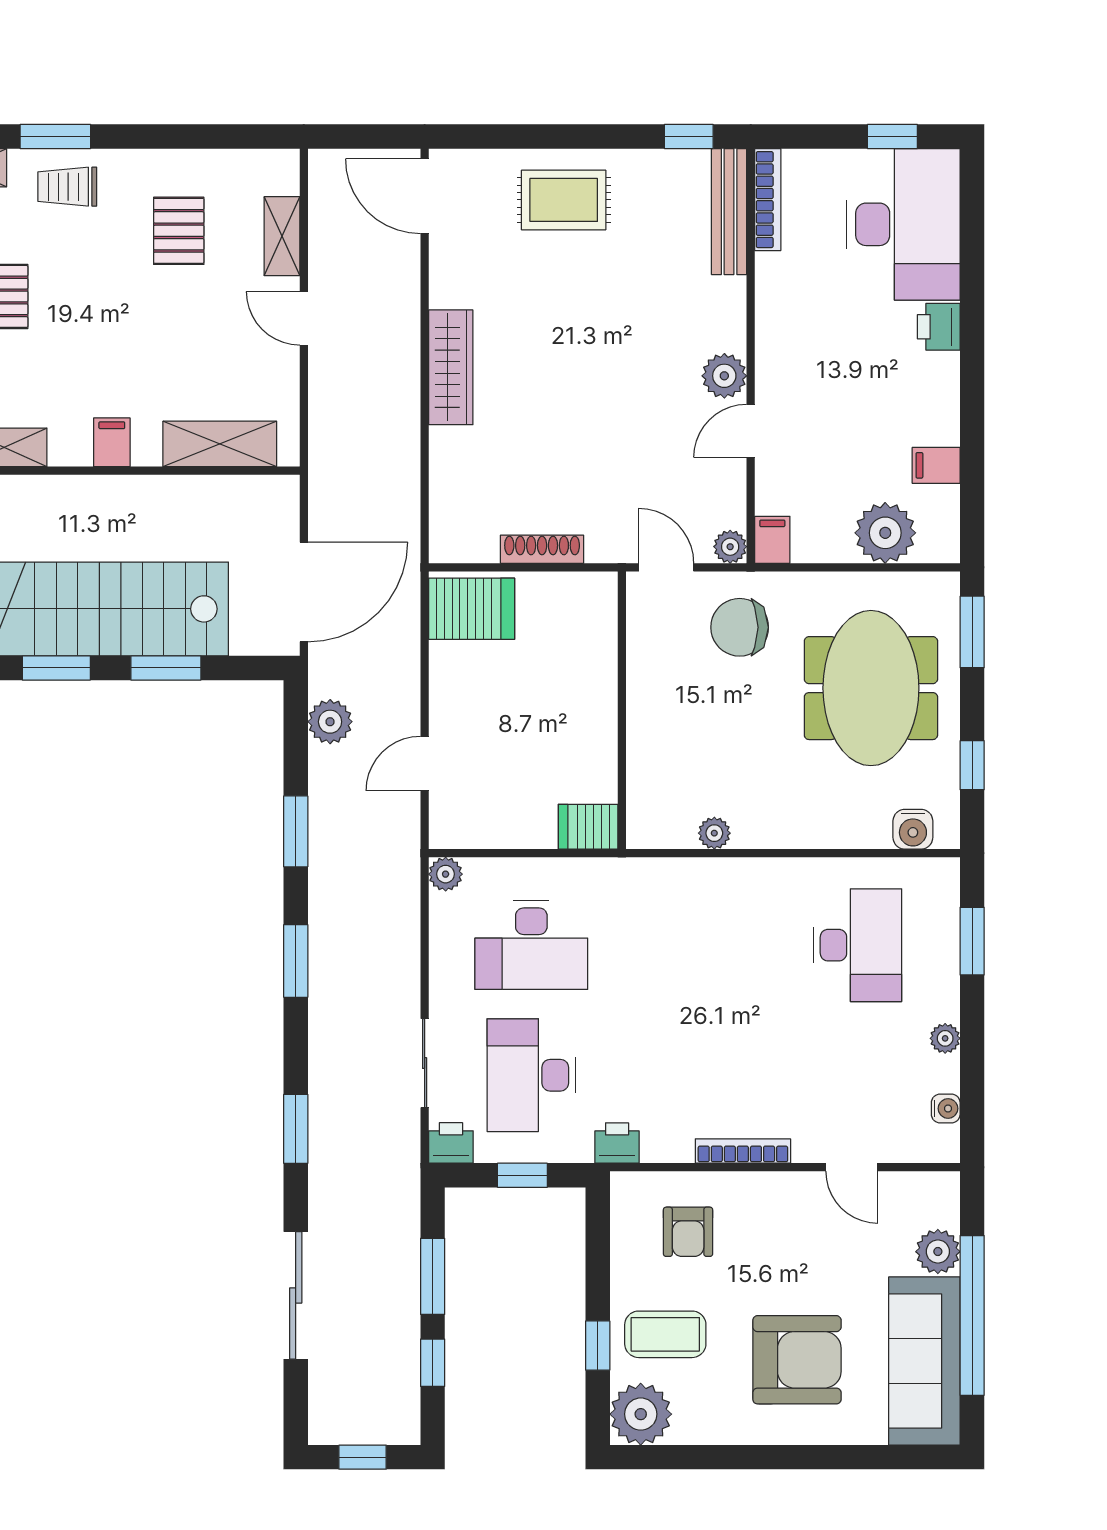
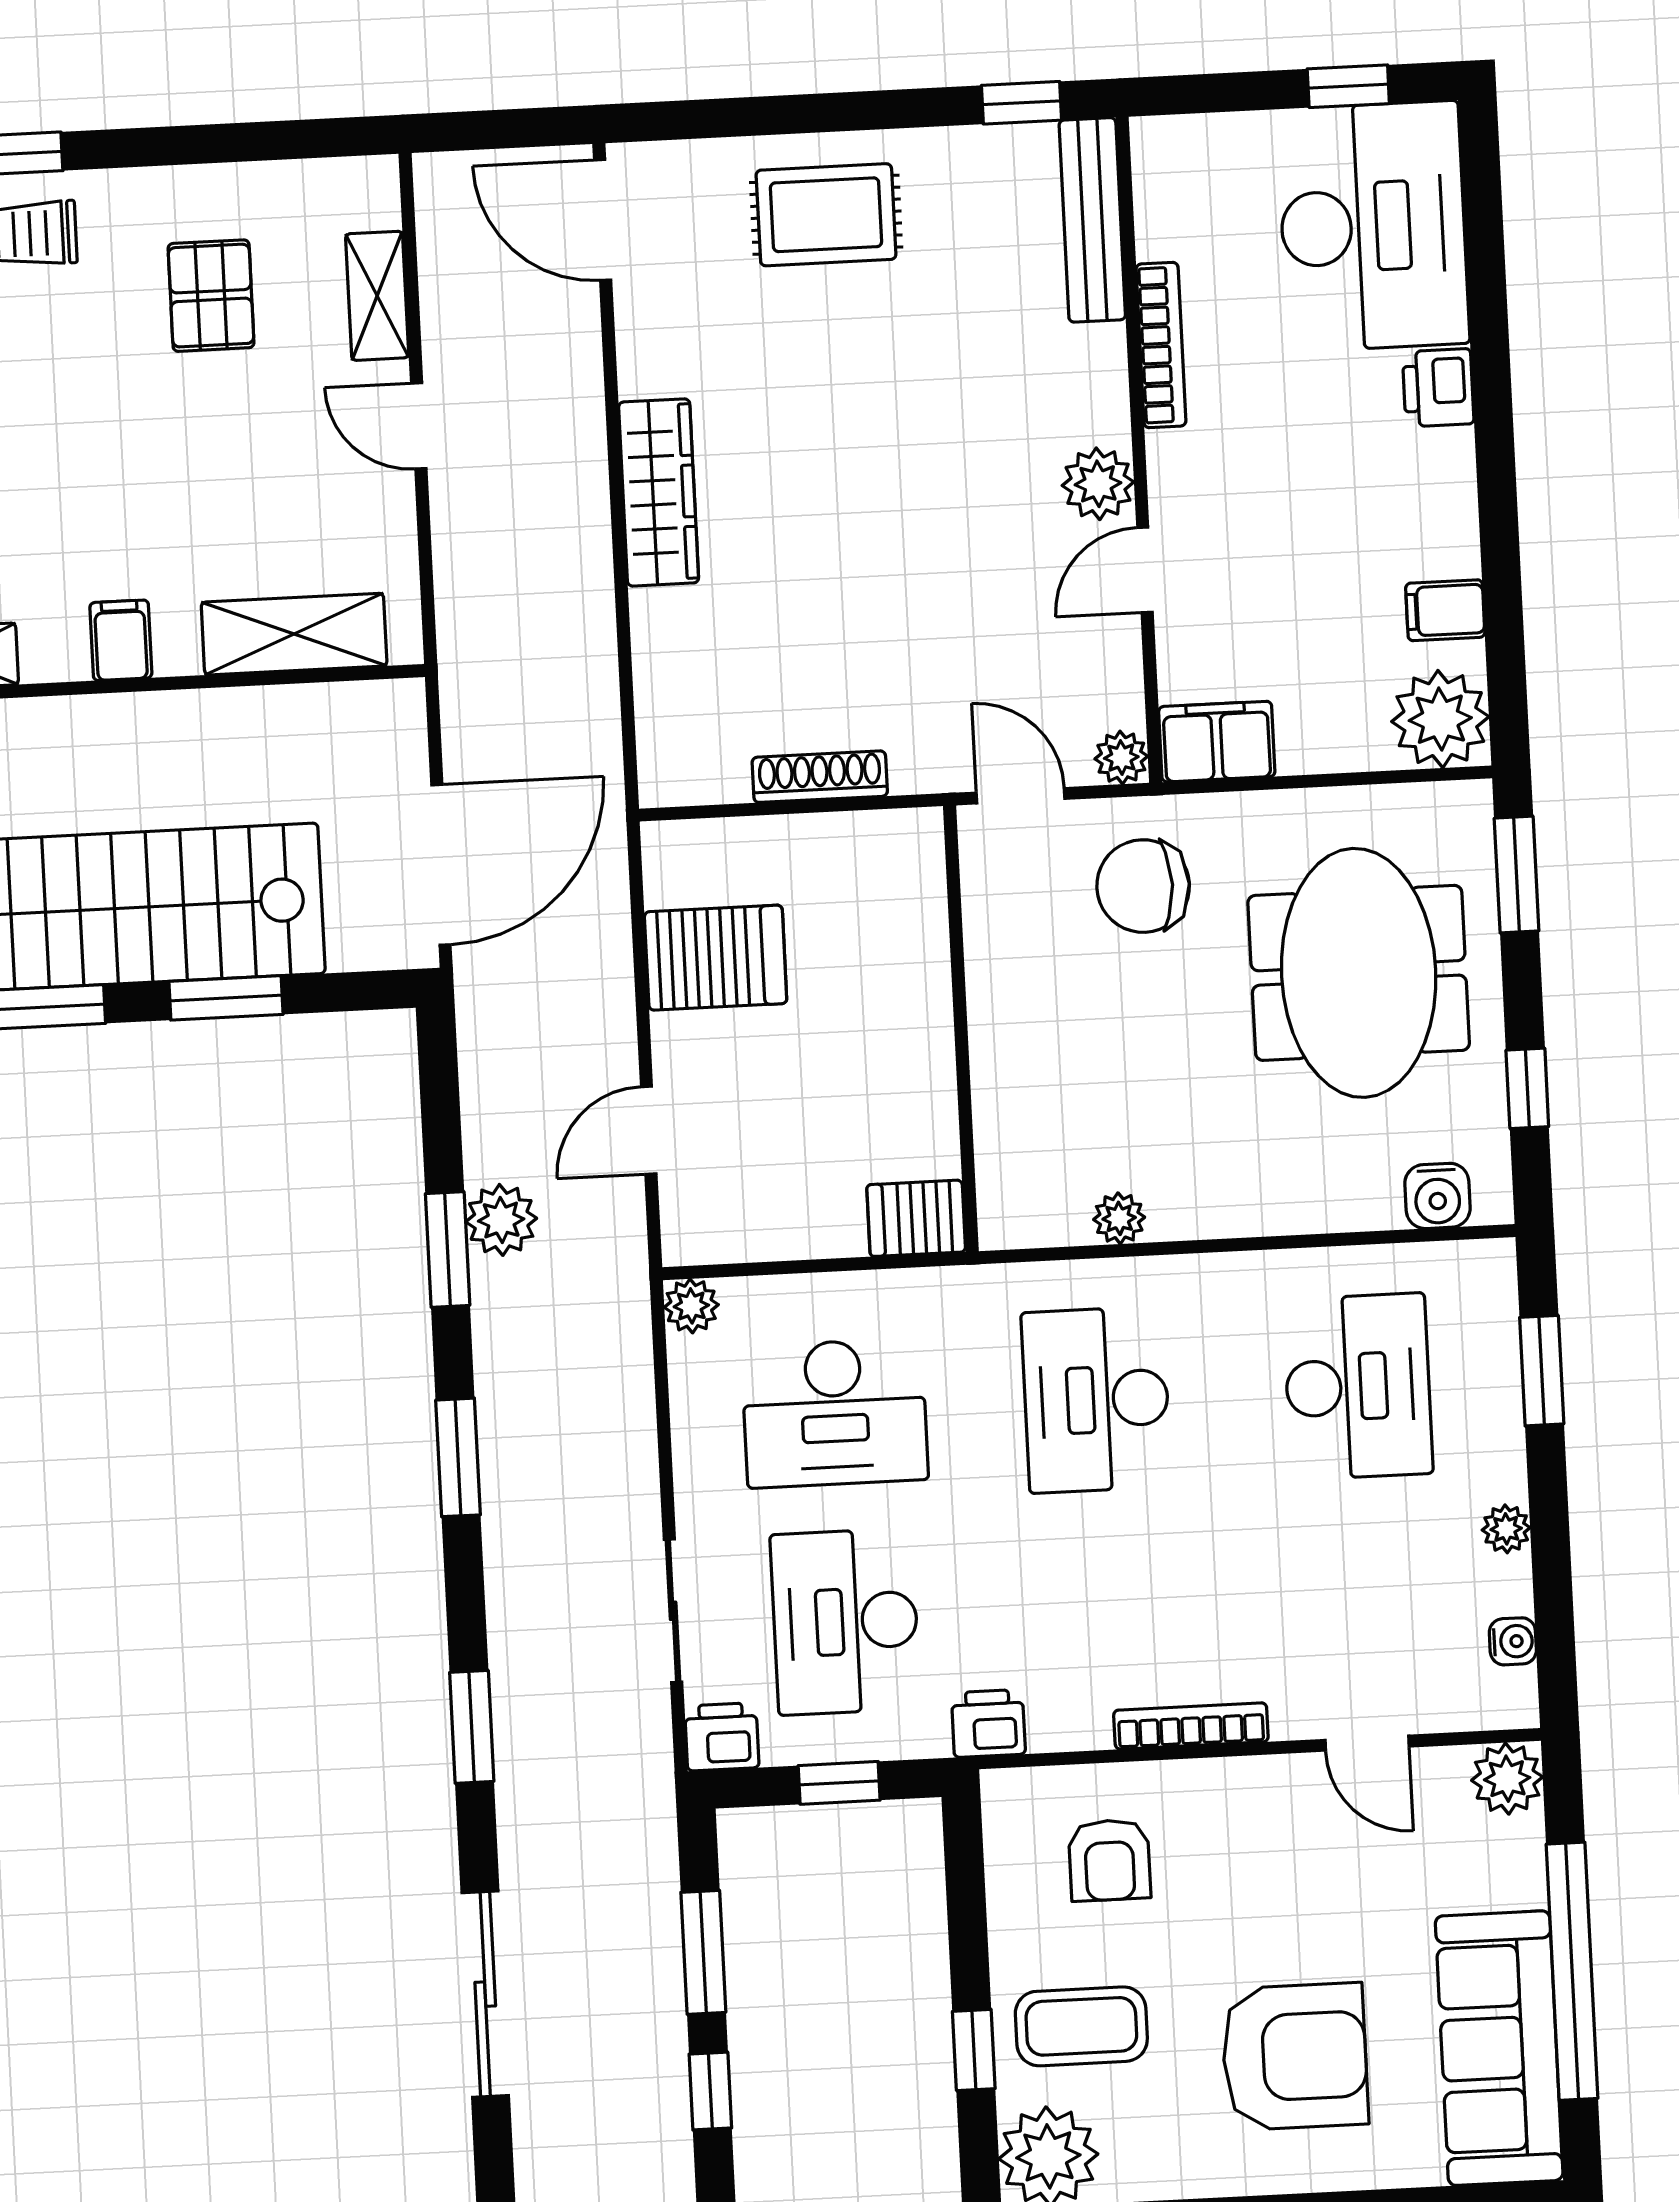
bookcase: (768, 200) -> (1161, 345), moved
plant: (885, 533) -> (1440, 719), moved
filing cabinet: (772, 540) -> (1217, 742), width x2.00
server rack: (472, 609) -> (716, 958), moved
plant: (330, 722) -> (501, 1220), moved
desk: (694, 945) -> (1096, 1400), added
plant: (938, 1252) -> (1507, 1779), moved

